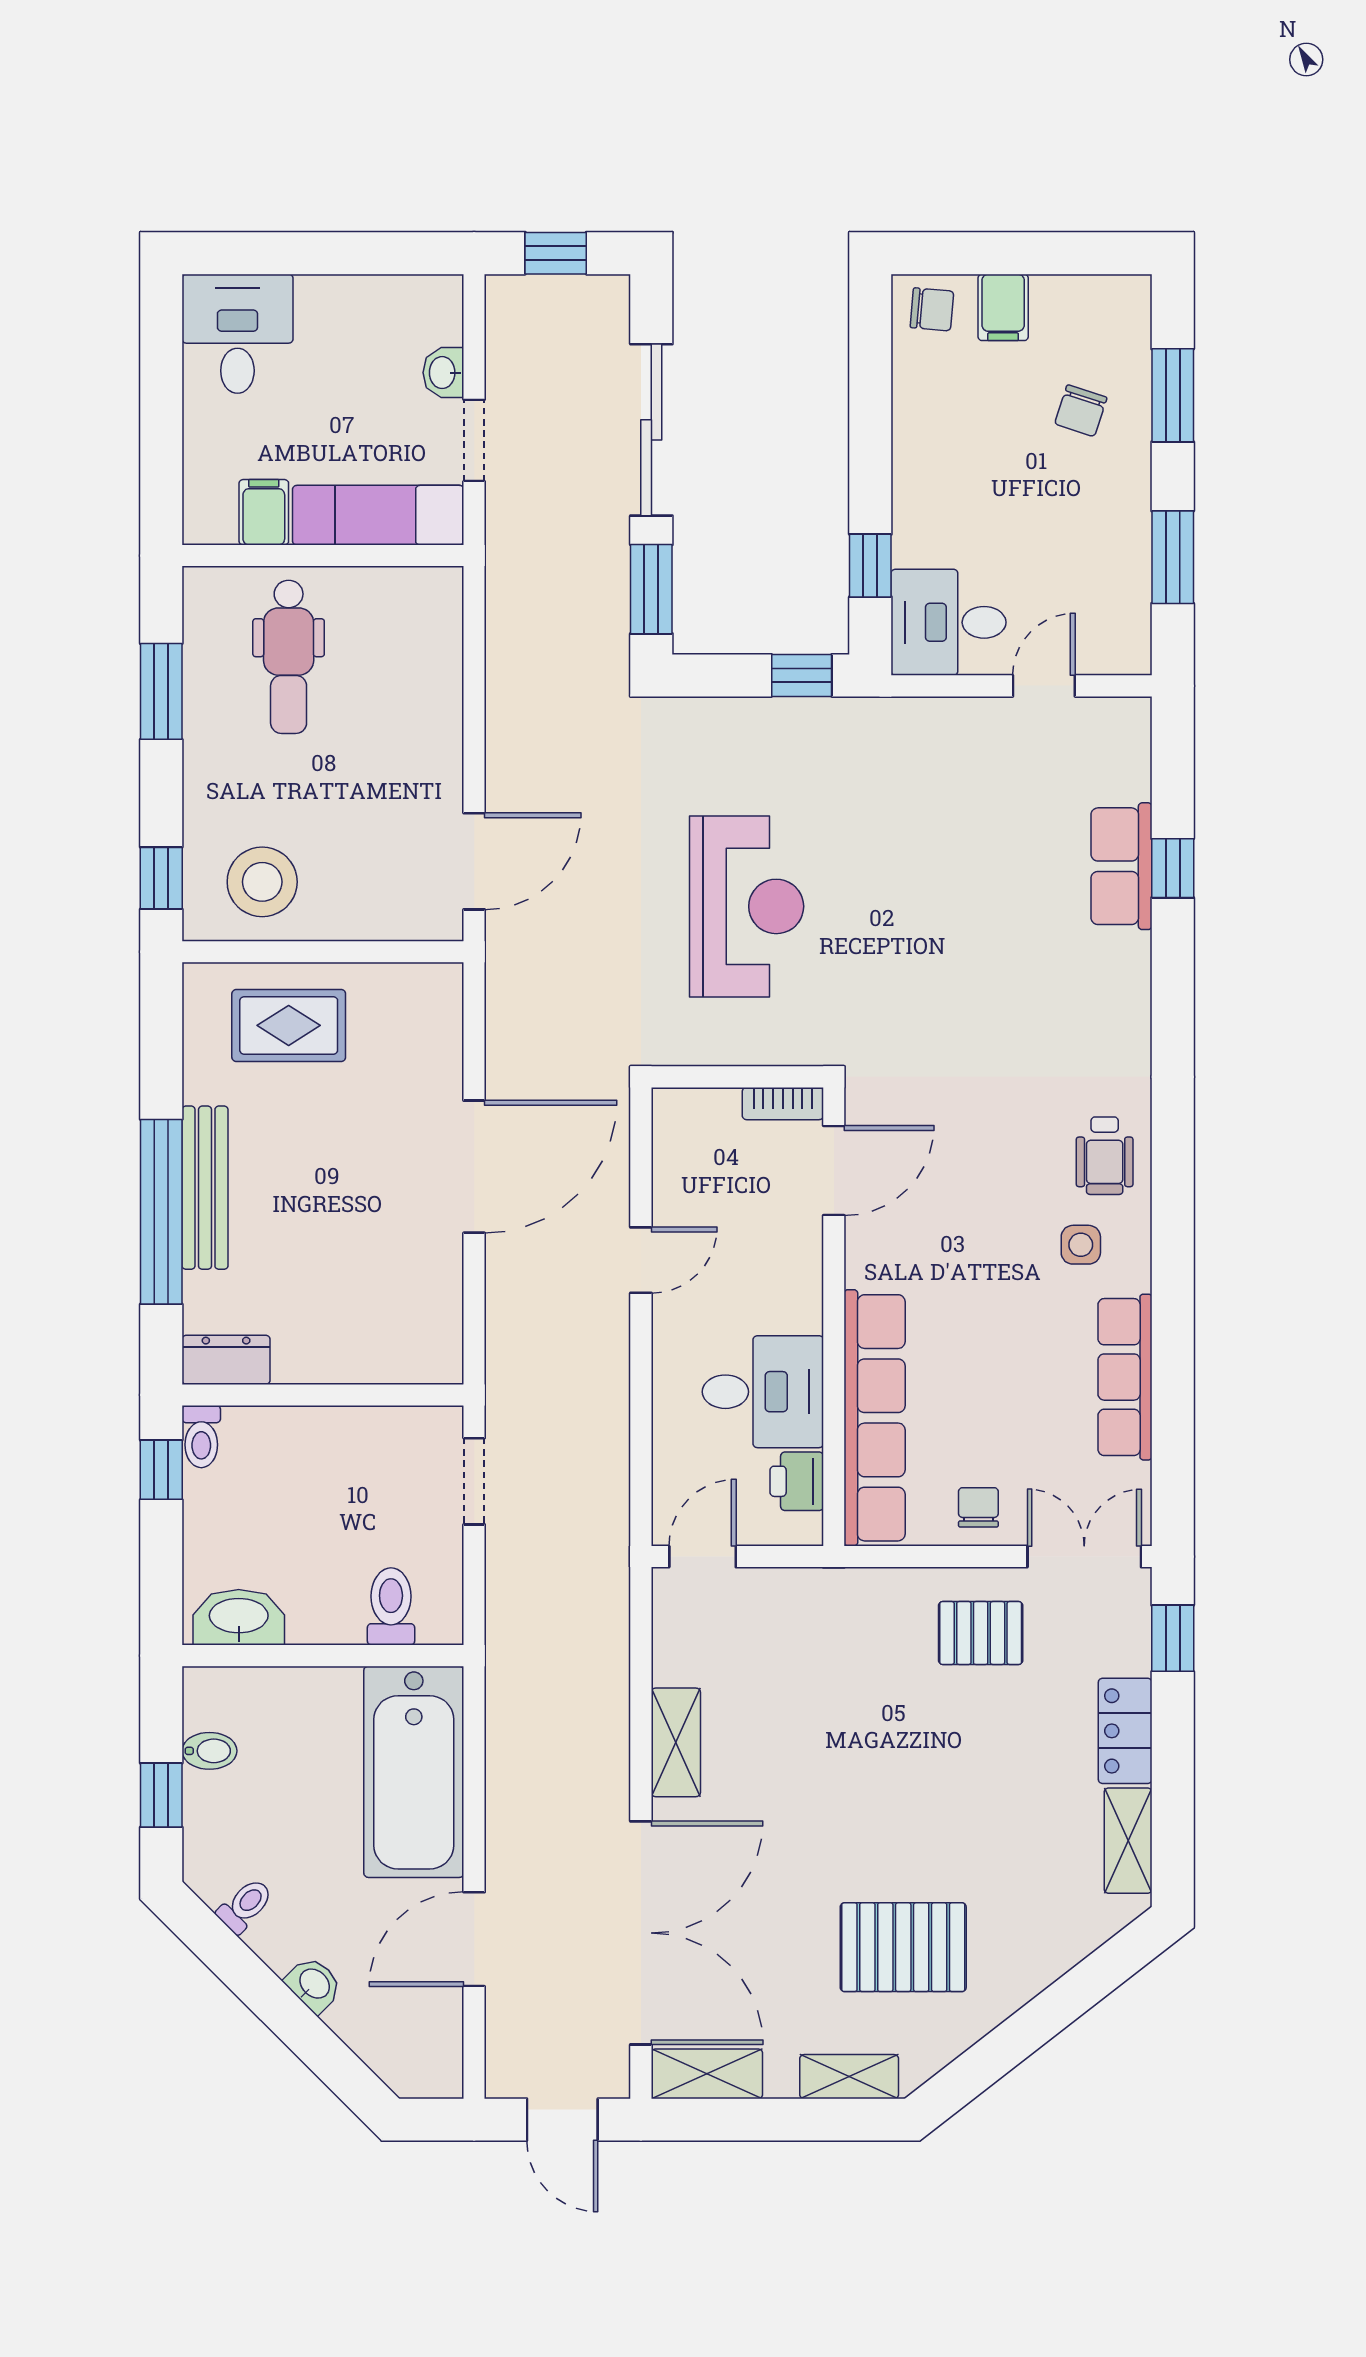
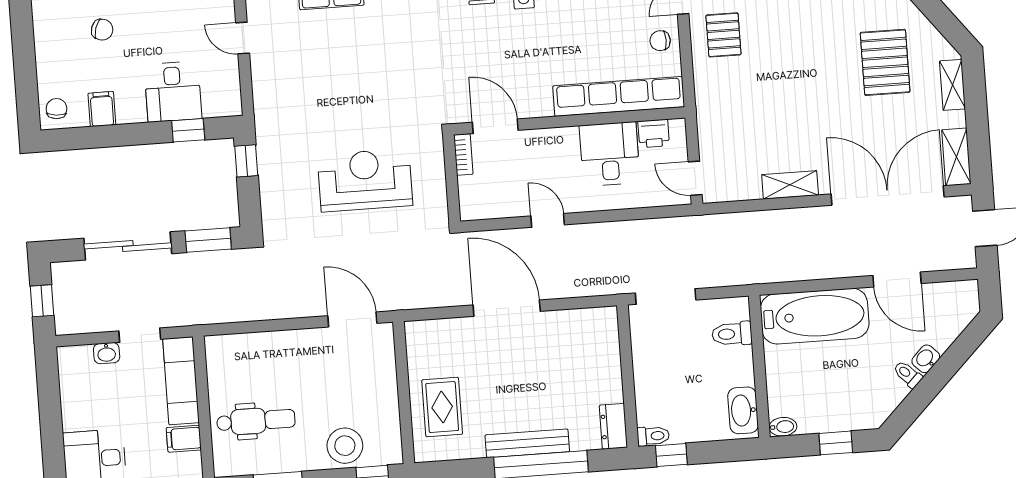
filing cabinet: (1003, 307) -> (102, 109), moved, turned -90
desk: (948, 622) -> (173, 92), moved
stool: (262, 882) -> (345, 446), moved
doorway: (474, 1481) -> (666, 296), width x1.38
bidet: (209, 1751) -> (783, 427), moved, turned 90
toilet: (245, 1906) -> (908, 374), moved

